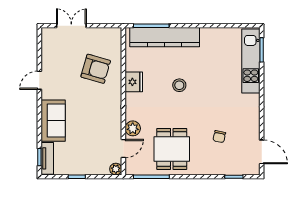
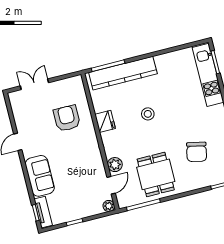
armchair: (96, 69) -> (67, 118), turned -106
chair: (219, 137) -> (197, 152), width x1.87, depth x1.87

